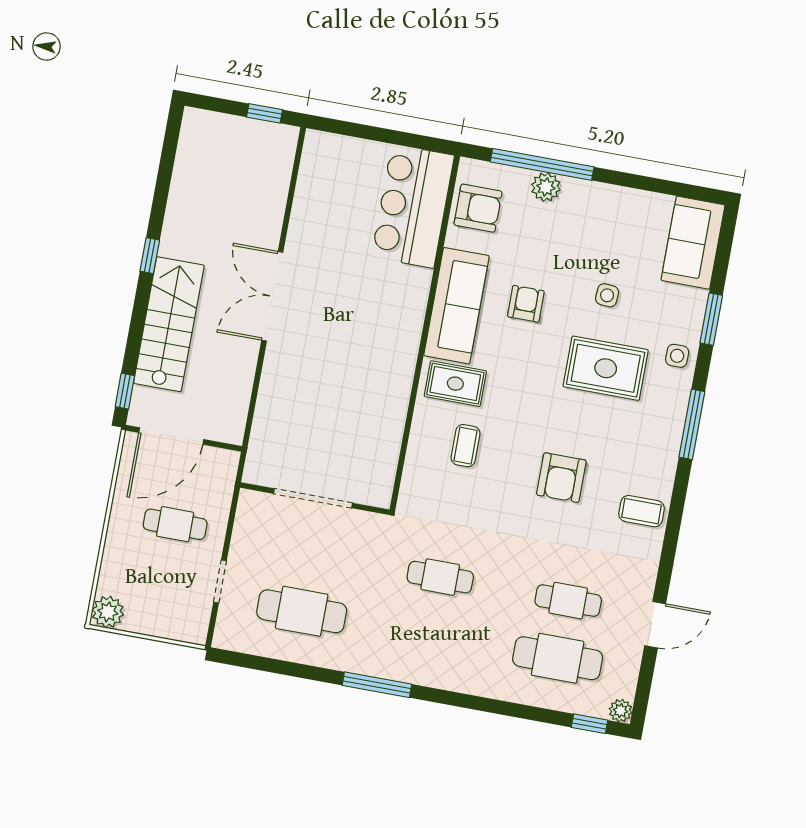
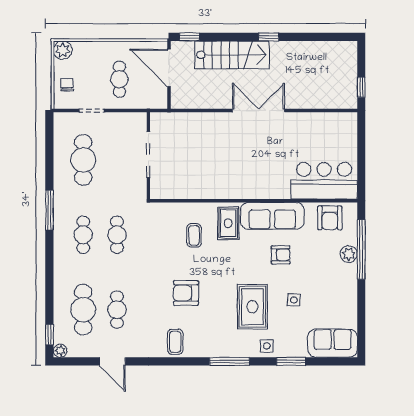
coffee table: (465, 446) -> (194, 235), turned 90
chair: (168, 615) -> (67, 85), added
cafe table: (430, 635) -> (83, 235), added

